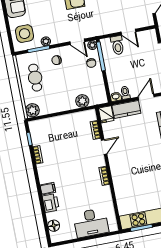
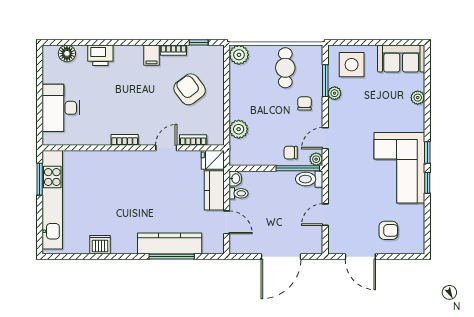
toilet: (117, 45) -> (309, 179), moved
cafe table: (35, 78) -> (285, 68), turned 90
armchair: (62, 139) -> (190, 89), added
door: (104, 147) -> (166, 148), swing flipped
filing cabinet: (48, 189) -> (151, 55), moved

